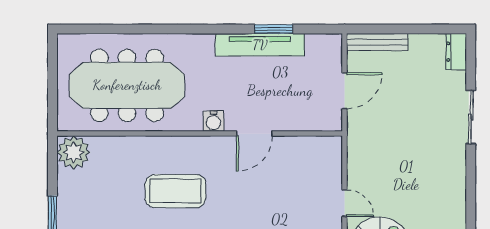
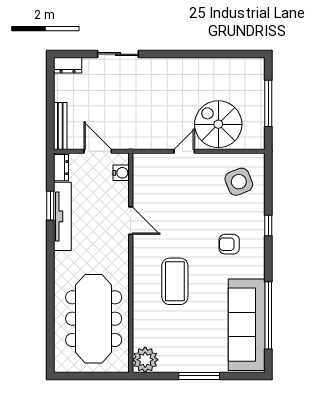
dresser: (323, 43) -> (61, 168), added
water cooler: (213, 121) -> (121, 173), moved

